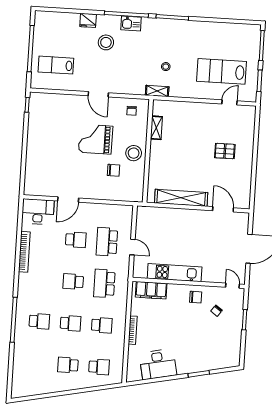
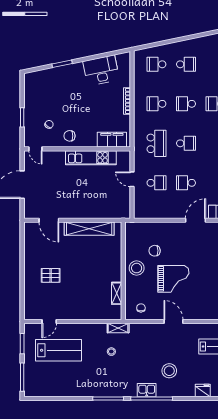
fridge: (88, 20) -> (203, 390), moved
school desk: (107, 242) -> (156, 183), width x0.54

